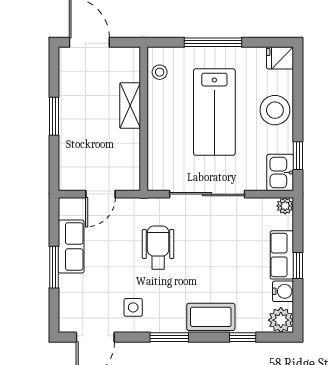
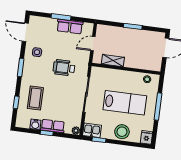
shelving: (130, 106) -> (113, 61), moved
lab bench: (214, 112) -> (125, 103), turned 180
door: (100, 194) -> (93, 44), hinge flipped
wheelchair: (158, 247) -> (64, 68), turned 180
coffee table: (211, 317) -> (35, 98), moved
plant: (281, 320) -> (22, 122), removed

